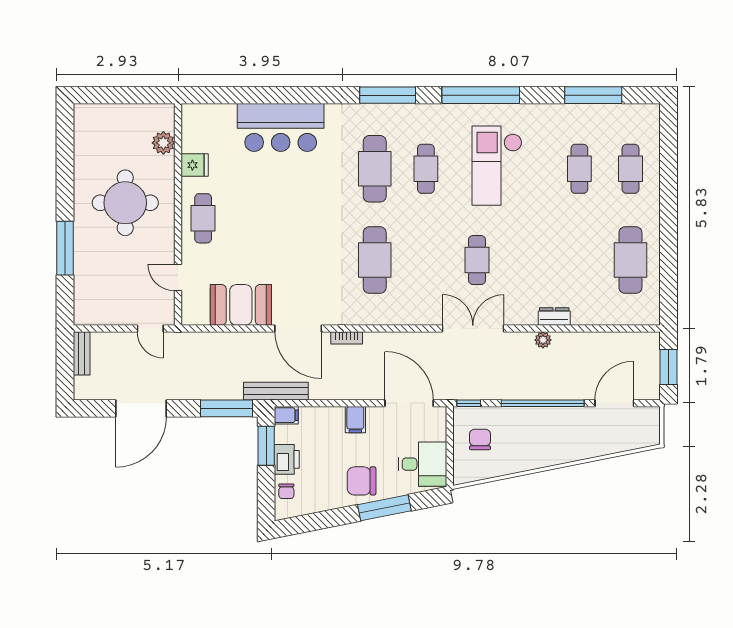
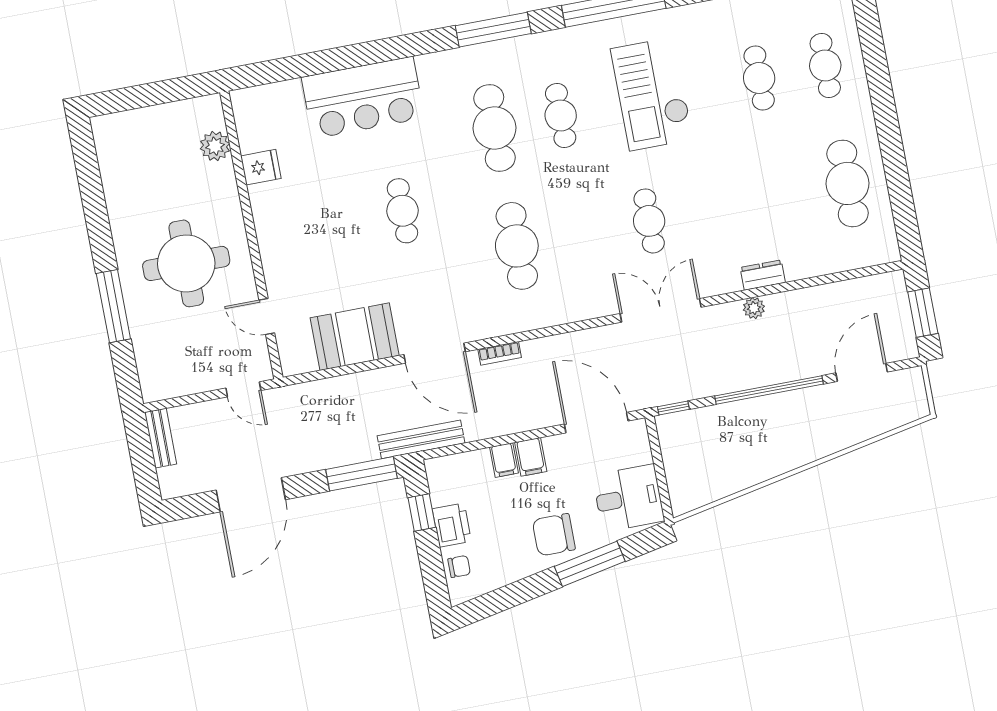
round table: (125, 203) -> (186, 263), moved
cafe table: (203, 218) -> (402, 211), moved
filing cabinet: (286, 415) -> (504, 460), moved, turned 90
chair: (480, 439) -> (697, 452), removed
window: (266, 446) -> (422, 512), width x0.67
chair: (286, 491) -> (459, 567), turned -90

